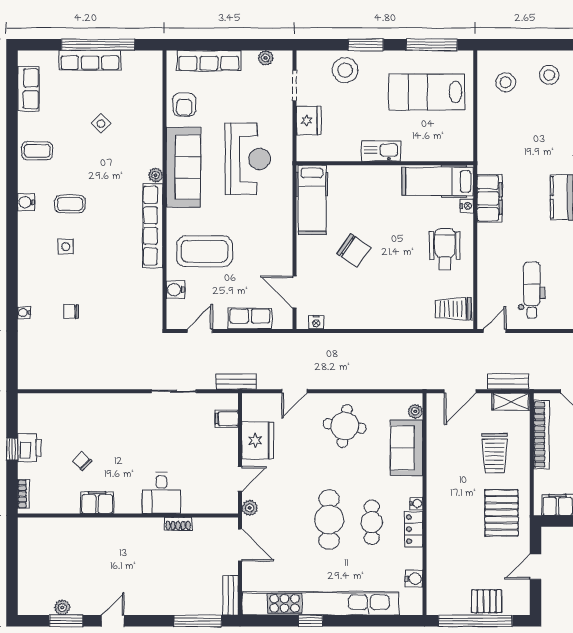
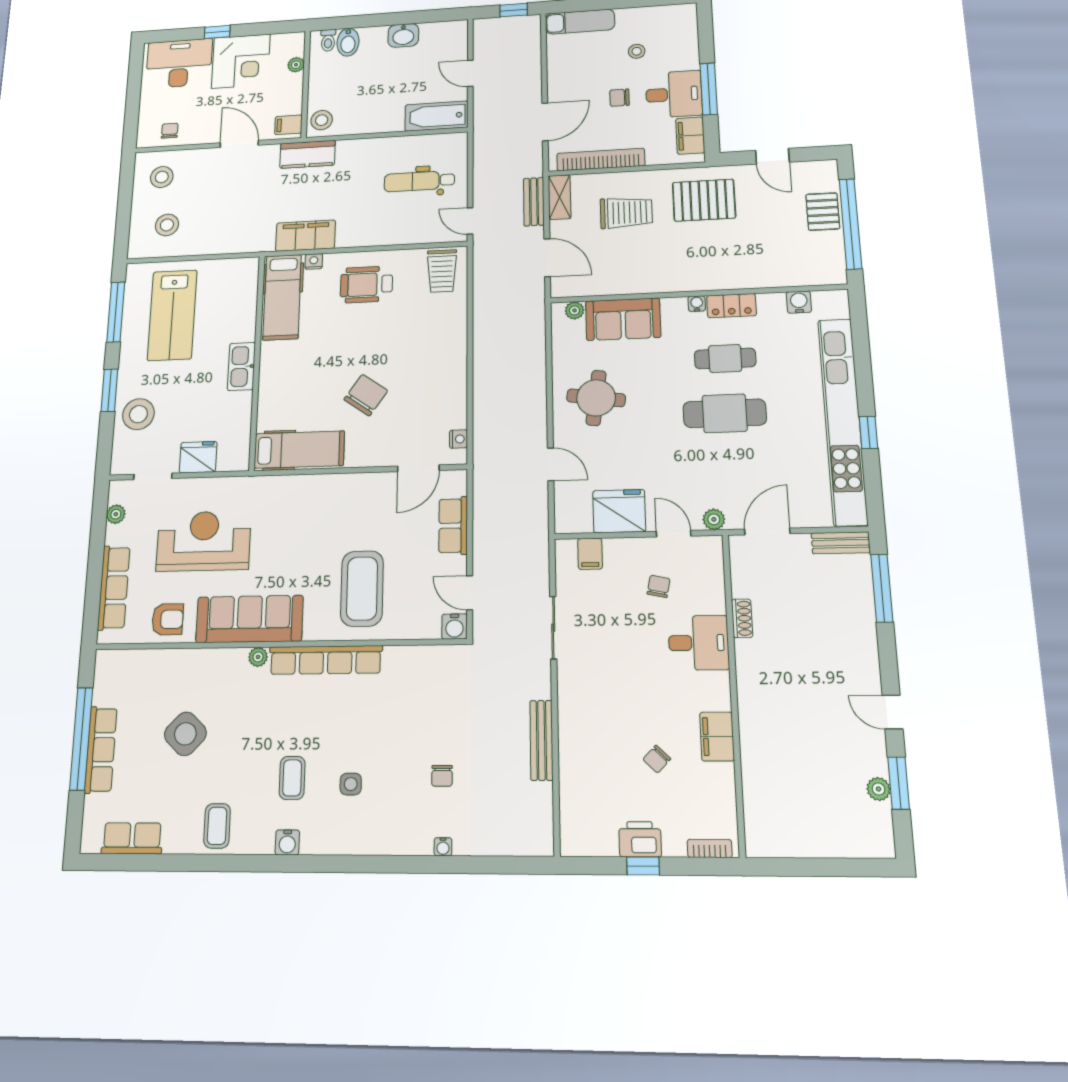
side table: (101, 123) -> (185, 734), width x1.87, depth x1.87
reception desk: (248, 159) -> (204, 541), moved
water cooler: (176, 290) -> (454, 626), moved
bench: (236, 382) -> (541, 740), moved, width x1.36
chair: (202, 467) -> (659, 586), added

